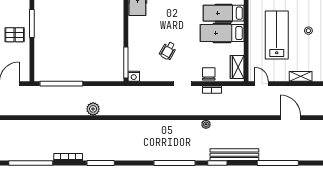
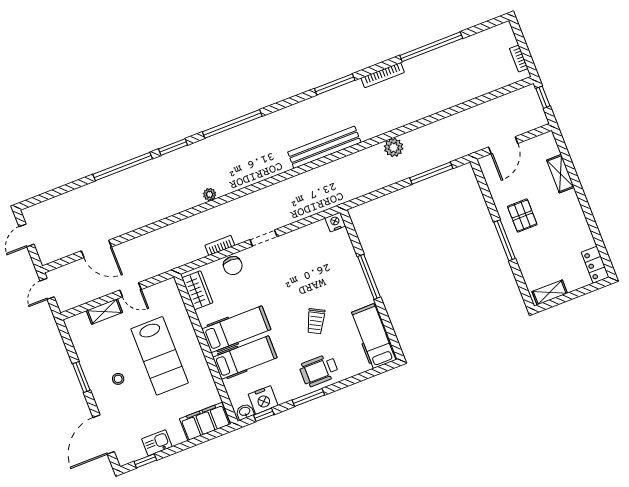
trolley: (170, 19) -> (316, 321), added
pallet: (15, 35) -> (522, 216), turned 90
wheelchair: (168, 51) -> (302, 276), removed
window: (126, 62) -> (369, 277), moved
window: (61, 84) -> (431, 173), width x0.68
door: (261, 84) -> (131, 290), moved
plant: (93, 109) -> (394, 147), moved
bench: (234, 155) -> (324, 147), moved
window: (278, 163) -> (123, 167), moved

